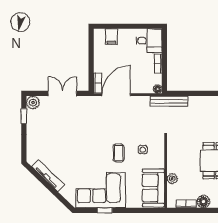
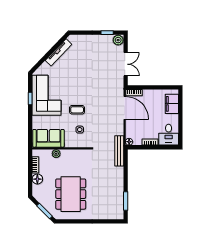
filing cabinet: (111, 37) -> (172, 104), width x2.00

